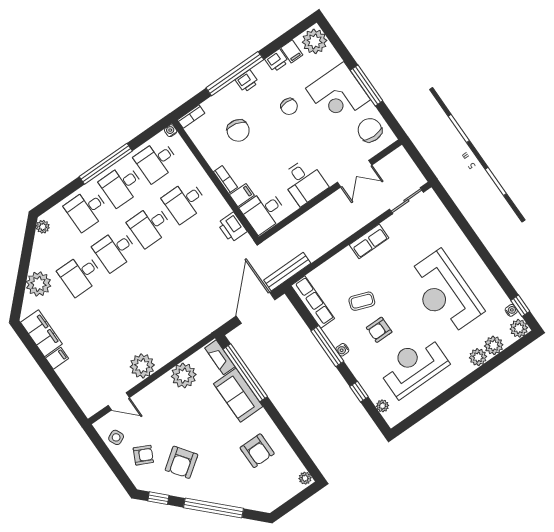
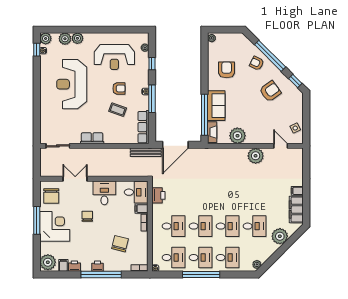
chair: (289, 106) -> (87, 216), moved
reception desk: (444, 293) -> (72, 84), turned 180
armchair: (143, 455) -> (257, 63), moved

